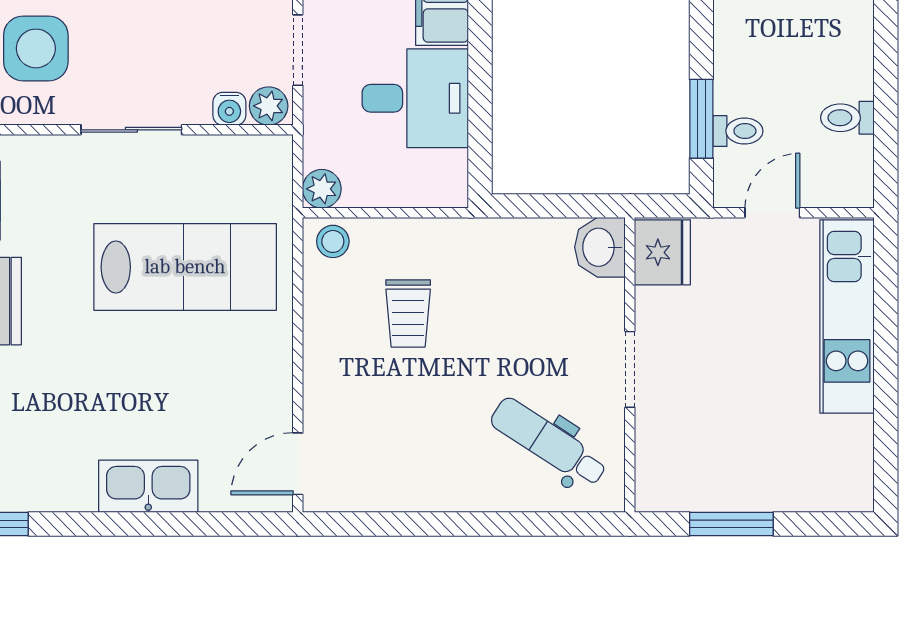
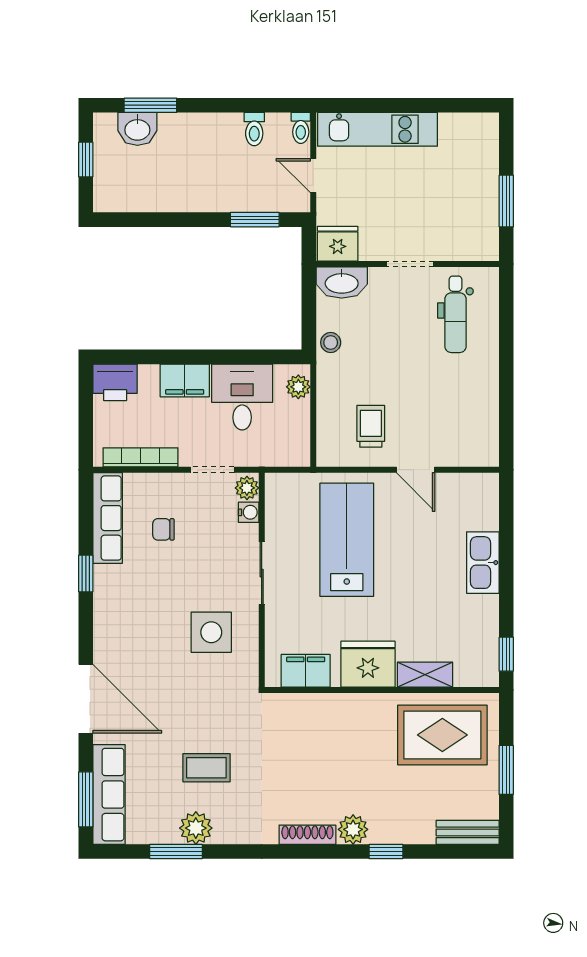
toilet: (738, 131) -> (301, 128), moved, turned 180
plant: (322, 189) -> (298, 387), moved
stool: (333, 241) -> (331, 342), moved
washbasin: (600, 247) -> (342, 282), width x1.38
trolley: (408, 313) -> (371, 426), moved, turned -90
dental chair: (549, 442) -> (456, 314), turned -33
door: (298, 464) -> (416, 470), moved

